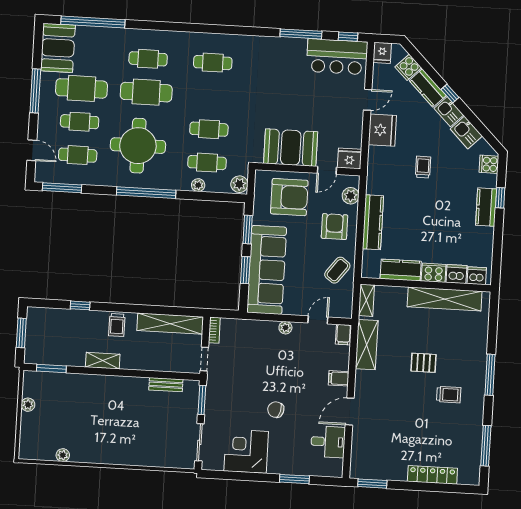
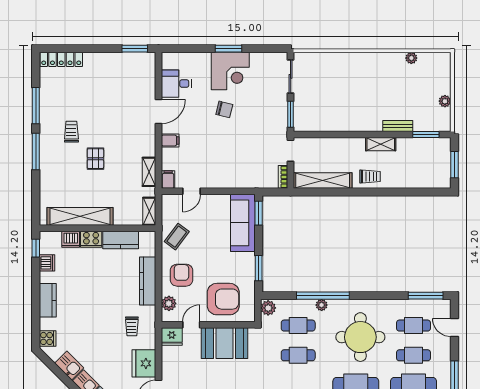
trolley: (423, 167) -> (132, 326), moved
plant: (198, 185) -> (322, 305), moved
window: (146, 193) -> (323, 296), moved
armchair: (289, 197) -> (223, 299), turned 180
window: (500, 198) -> (36, 248), moved
armchair: (335, 227) -> (182, 275), turned 180
window: (245, 270) -> (259, 213), moved
sofa: (267, 270) -> (243, 223), width x0.74, depth x0.79
dishwasher: (477, 276) -> (47, 263), moved, turned -90
window: (80, 305) -> (404, 192), removed
trolley: (117, 325) -> (370, 177), turned 90
plant: (285, 328) -> (220, 183), removed
shelving: (367, 345) -> (149, 172), width x0.67, depth x0.75
pallet: (424, 363) -> (95, 159), turned 90
bench: (166, 385) -> (398, 126), moved
trolley: (449, 395) -> (71, 132), turned 90
window: (486, 446) -> (36, 106), moved
corner desk: (246, 451) -> (230, 71), moved
locker: (432, 475) -> (61, 59), moved
window: (294, 479) -> (229, 49), moved

